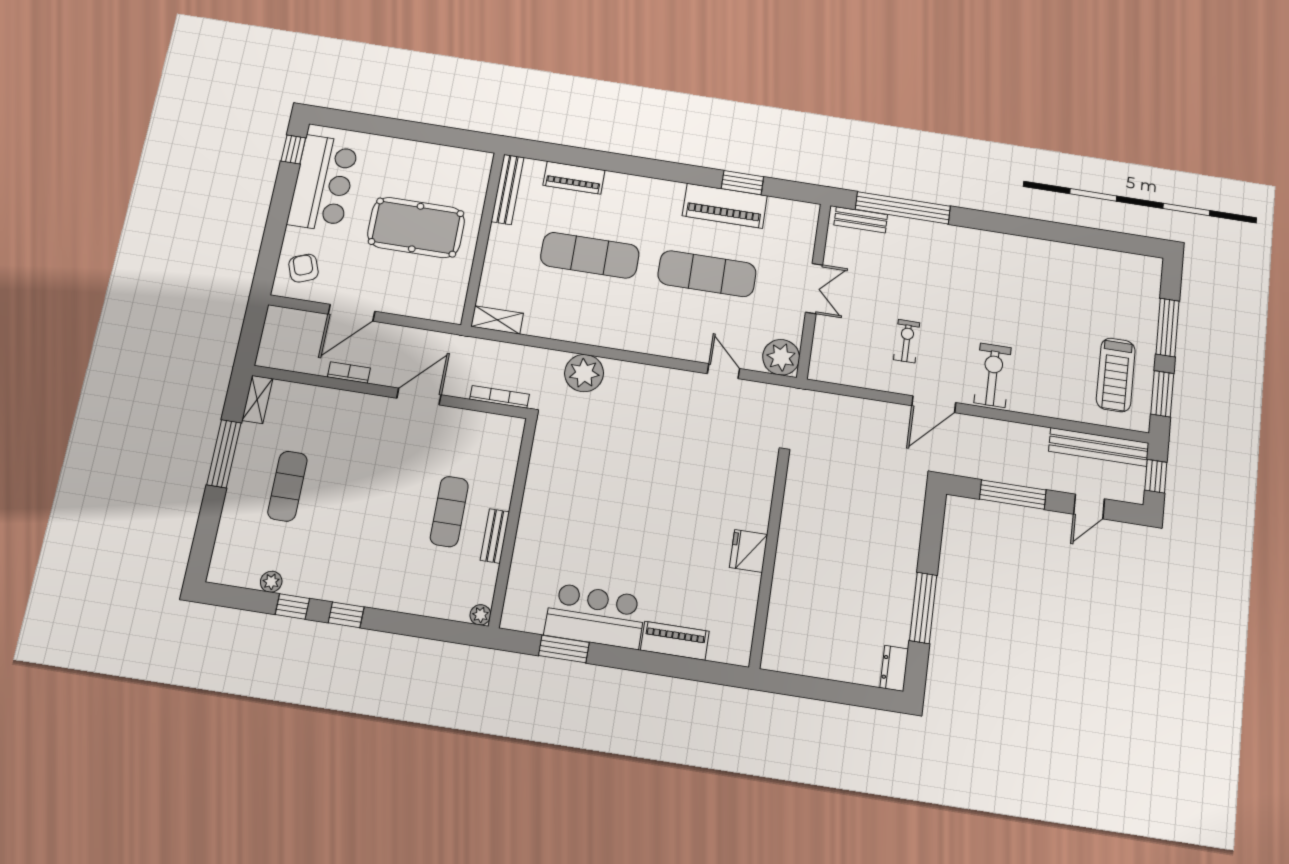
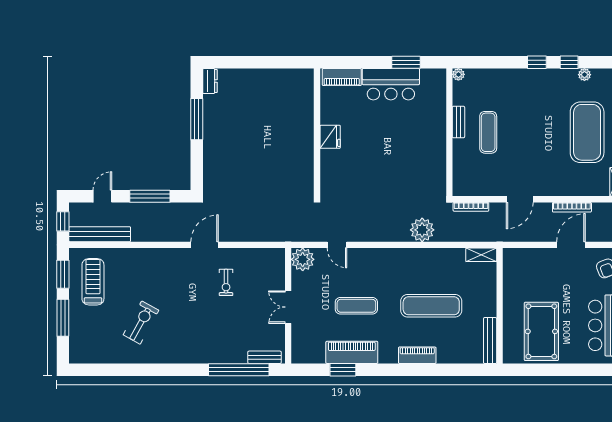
piano: (574, 178) -> (417, 355), moved
pool table: (416, 227) -> (541, 331), moved, turned 90
exercise mat: (707, 274) -> (356, 306), width x0.73, depth x0.69
bookcase: (349, 373) -> (572, 207), width x1.56
exercise bike: (993, 375) -> (141, 322), moved, turned -151
exercise mat: (287, 486) -> (587, 132), width x2.00, depth x1.45
fridge: (749, 551) -> (330, 137), moved
wall: (769, 562) -> (317, 132), moved

